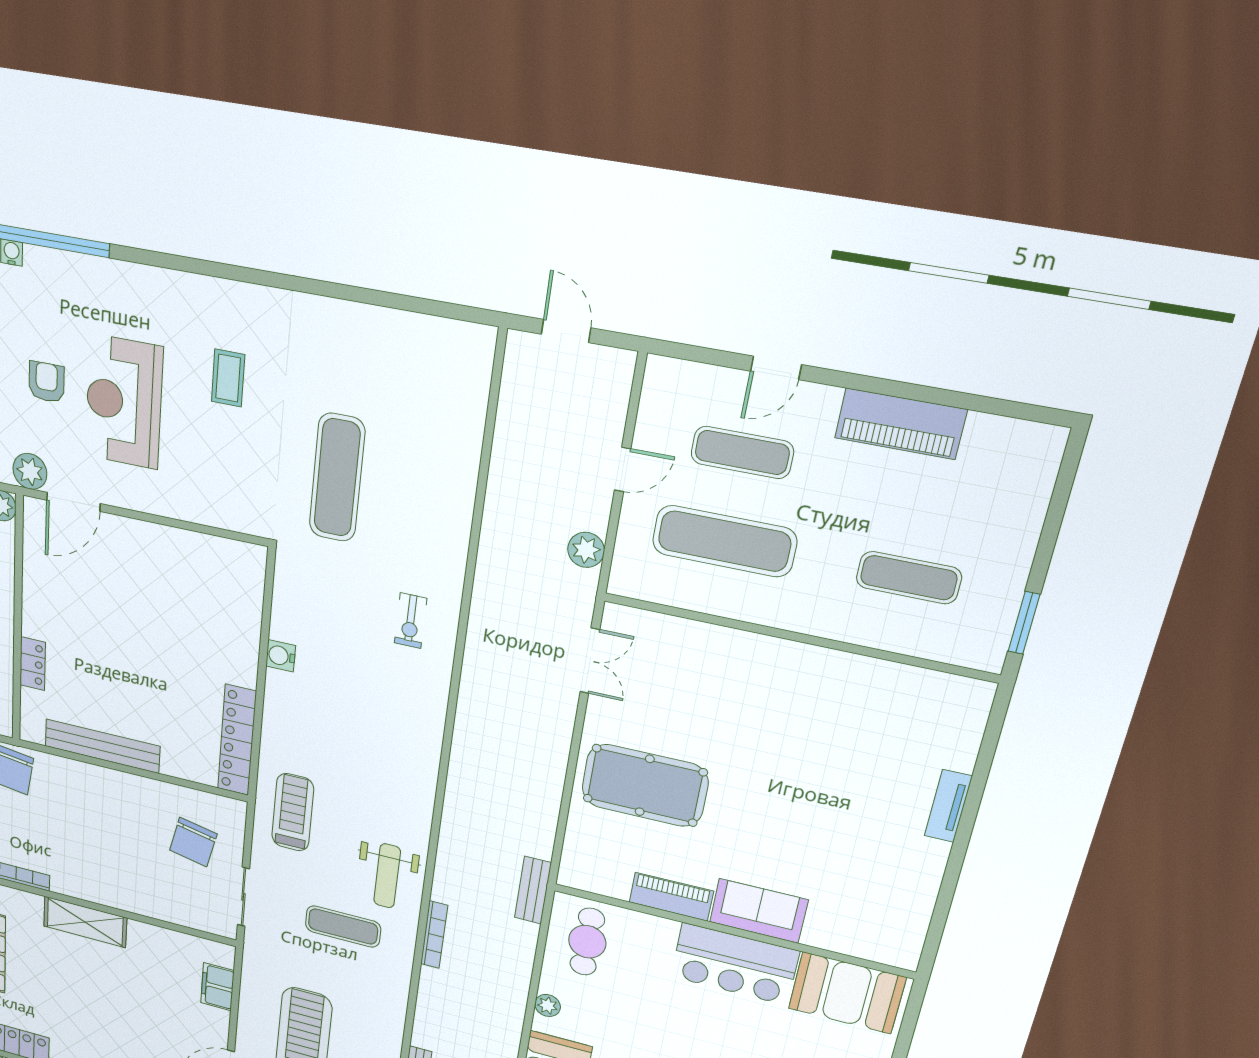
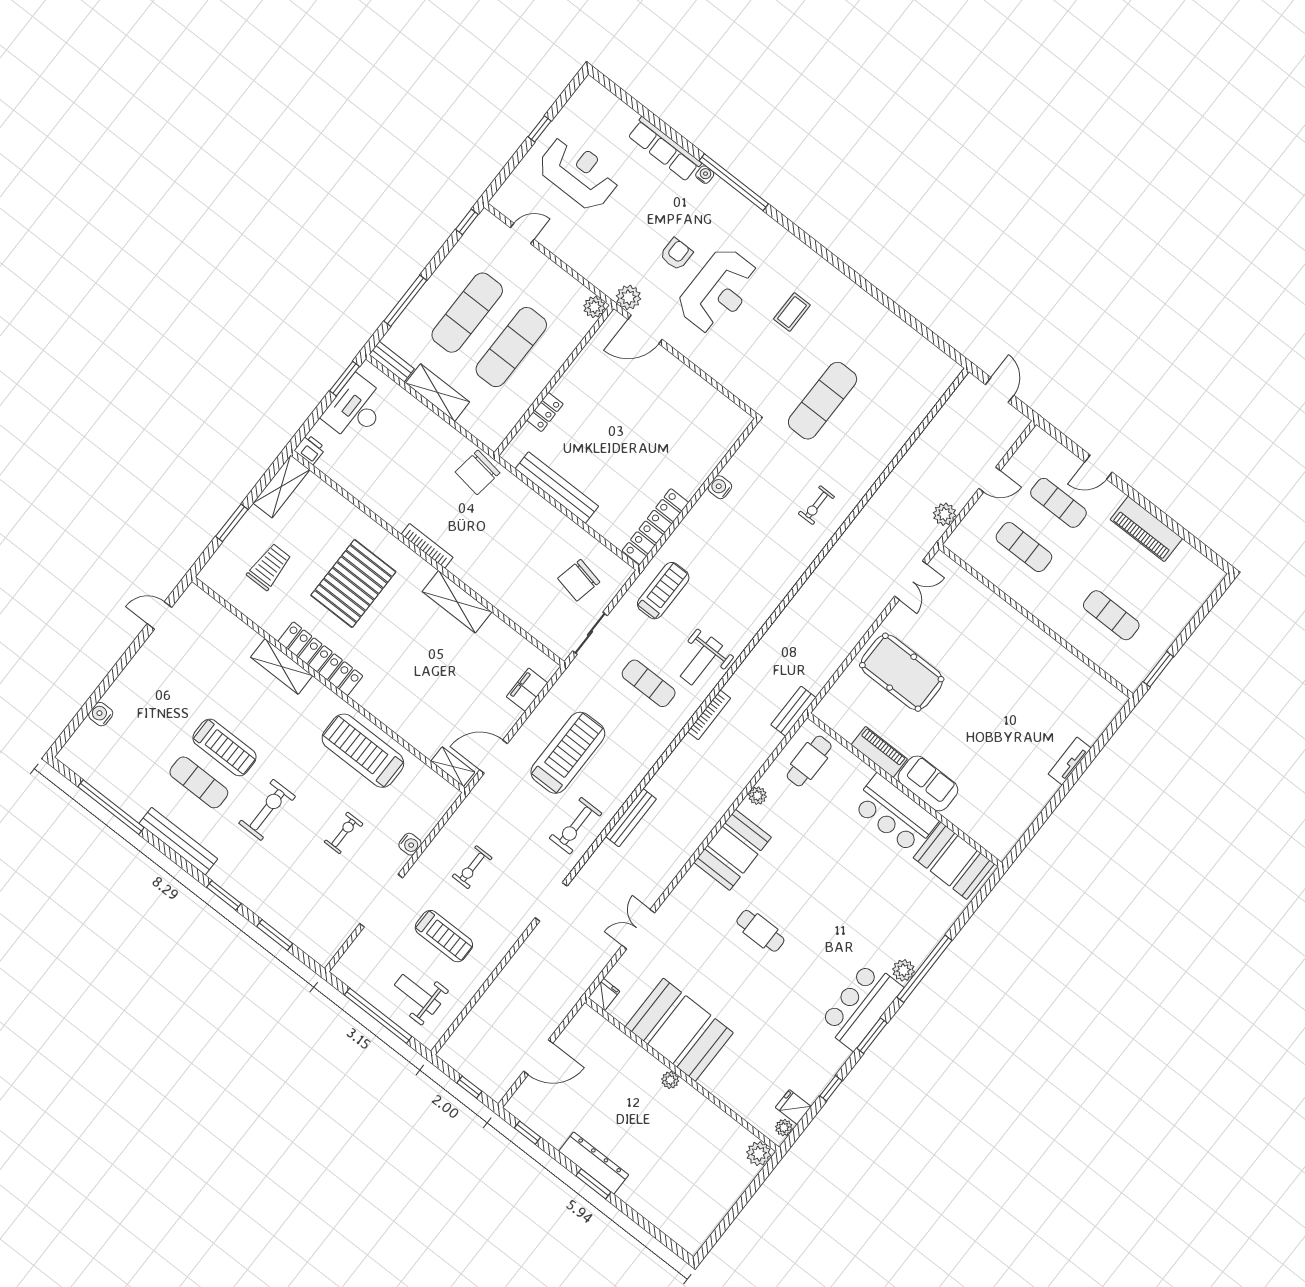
reception desk: (124, 402) -> (718, 291), turned 180
exercise mat: (724, 541) -> (1024, 547), width x0.73, depth x0.69

